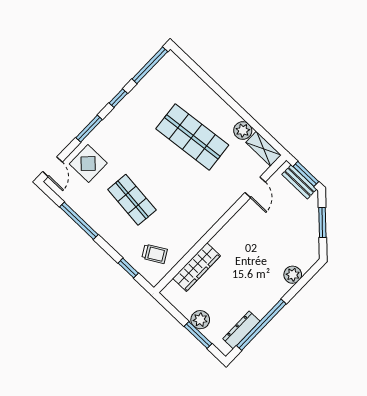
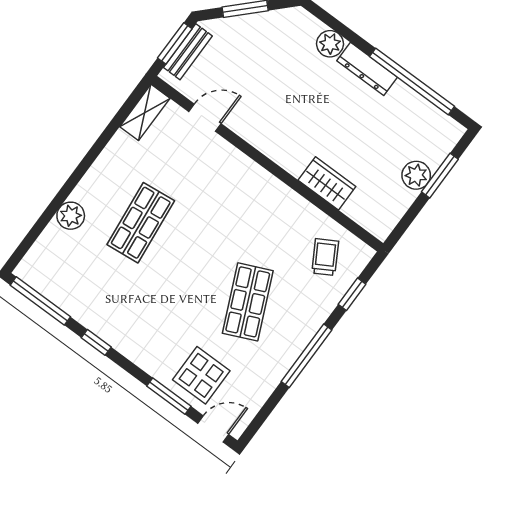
window: (89, 129) -> (169, 396), moved
plant: (243, 131) -> (71, 216), moved
shop shelf: (192, 137) -> (141, 223), width x0.70, depth x0.74
shop shelf: (132, 200) -> (248, 302), turned -30
window: (79, 221) -> (306, 356), moved
wardrobe: (197, 267) -> (327, 183), width x0.67
dresser: (241, 330) -> (367, 69), moved

